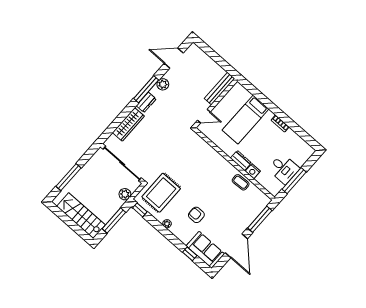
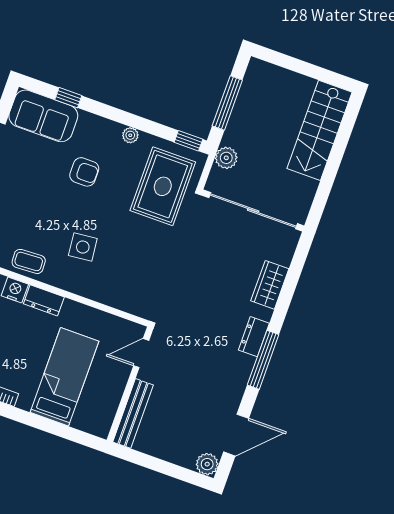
plant: (163, 84) -> (207, 464), moved
wardrobe: (128, 124) -> (270, 285), width x0.67
window: (69, 177) -> (339, 148), removed
side table: (212, 179) -> (83, 247), added
stairs: (81, 216) -> (319, 130), moved, turned 90

